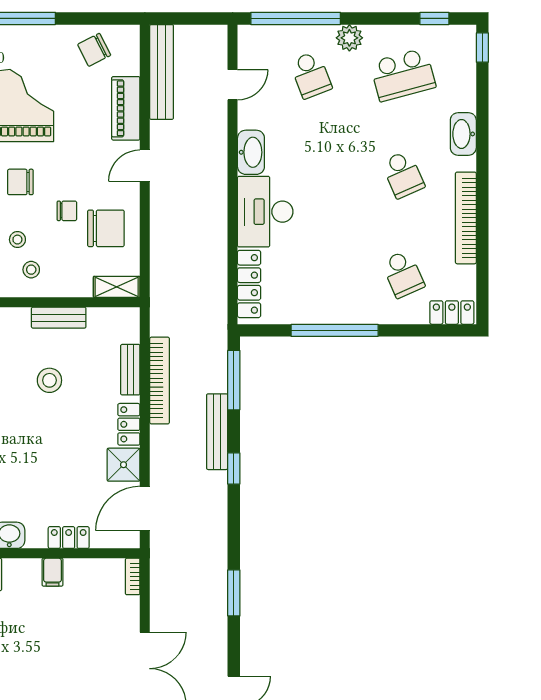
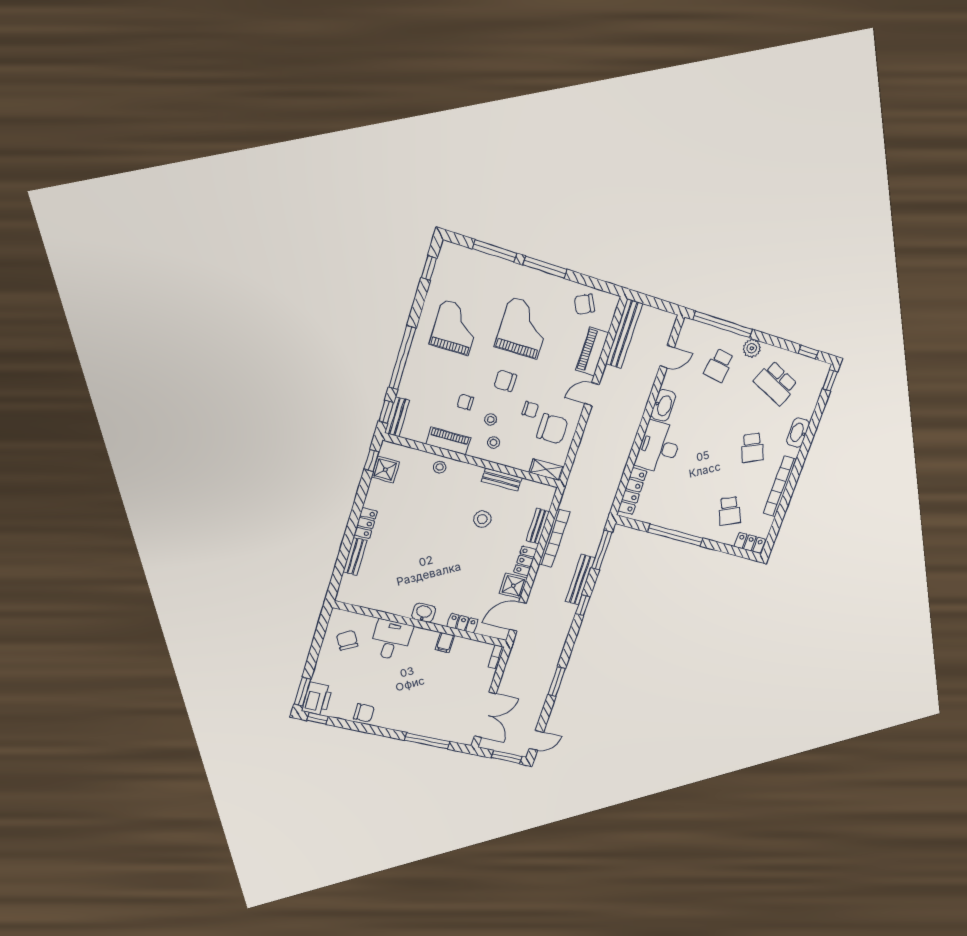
school desk: (311, 75) -> (719, 365), turned 30
school desk: (403, 75) -> (776, 383), turned 39

